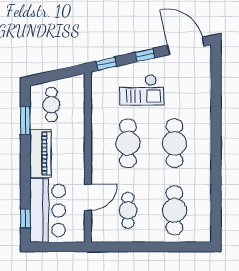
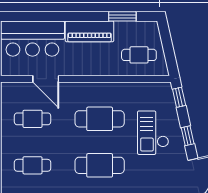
cafe table: (51, 105) -> (139, 55), moved
cafe table: (174, 210) -> (33, 165), width x0.73, depth x0.74
window: (25, 218) -> (25, 16), removed

